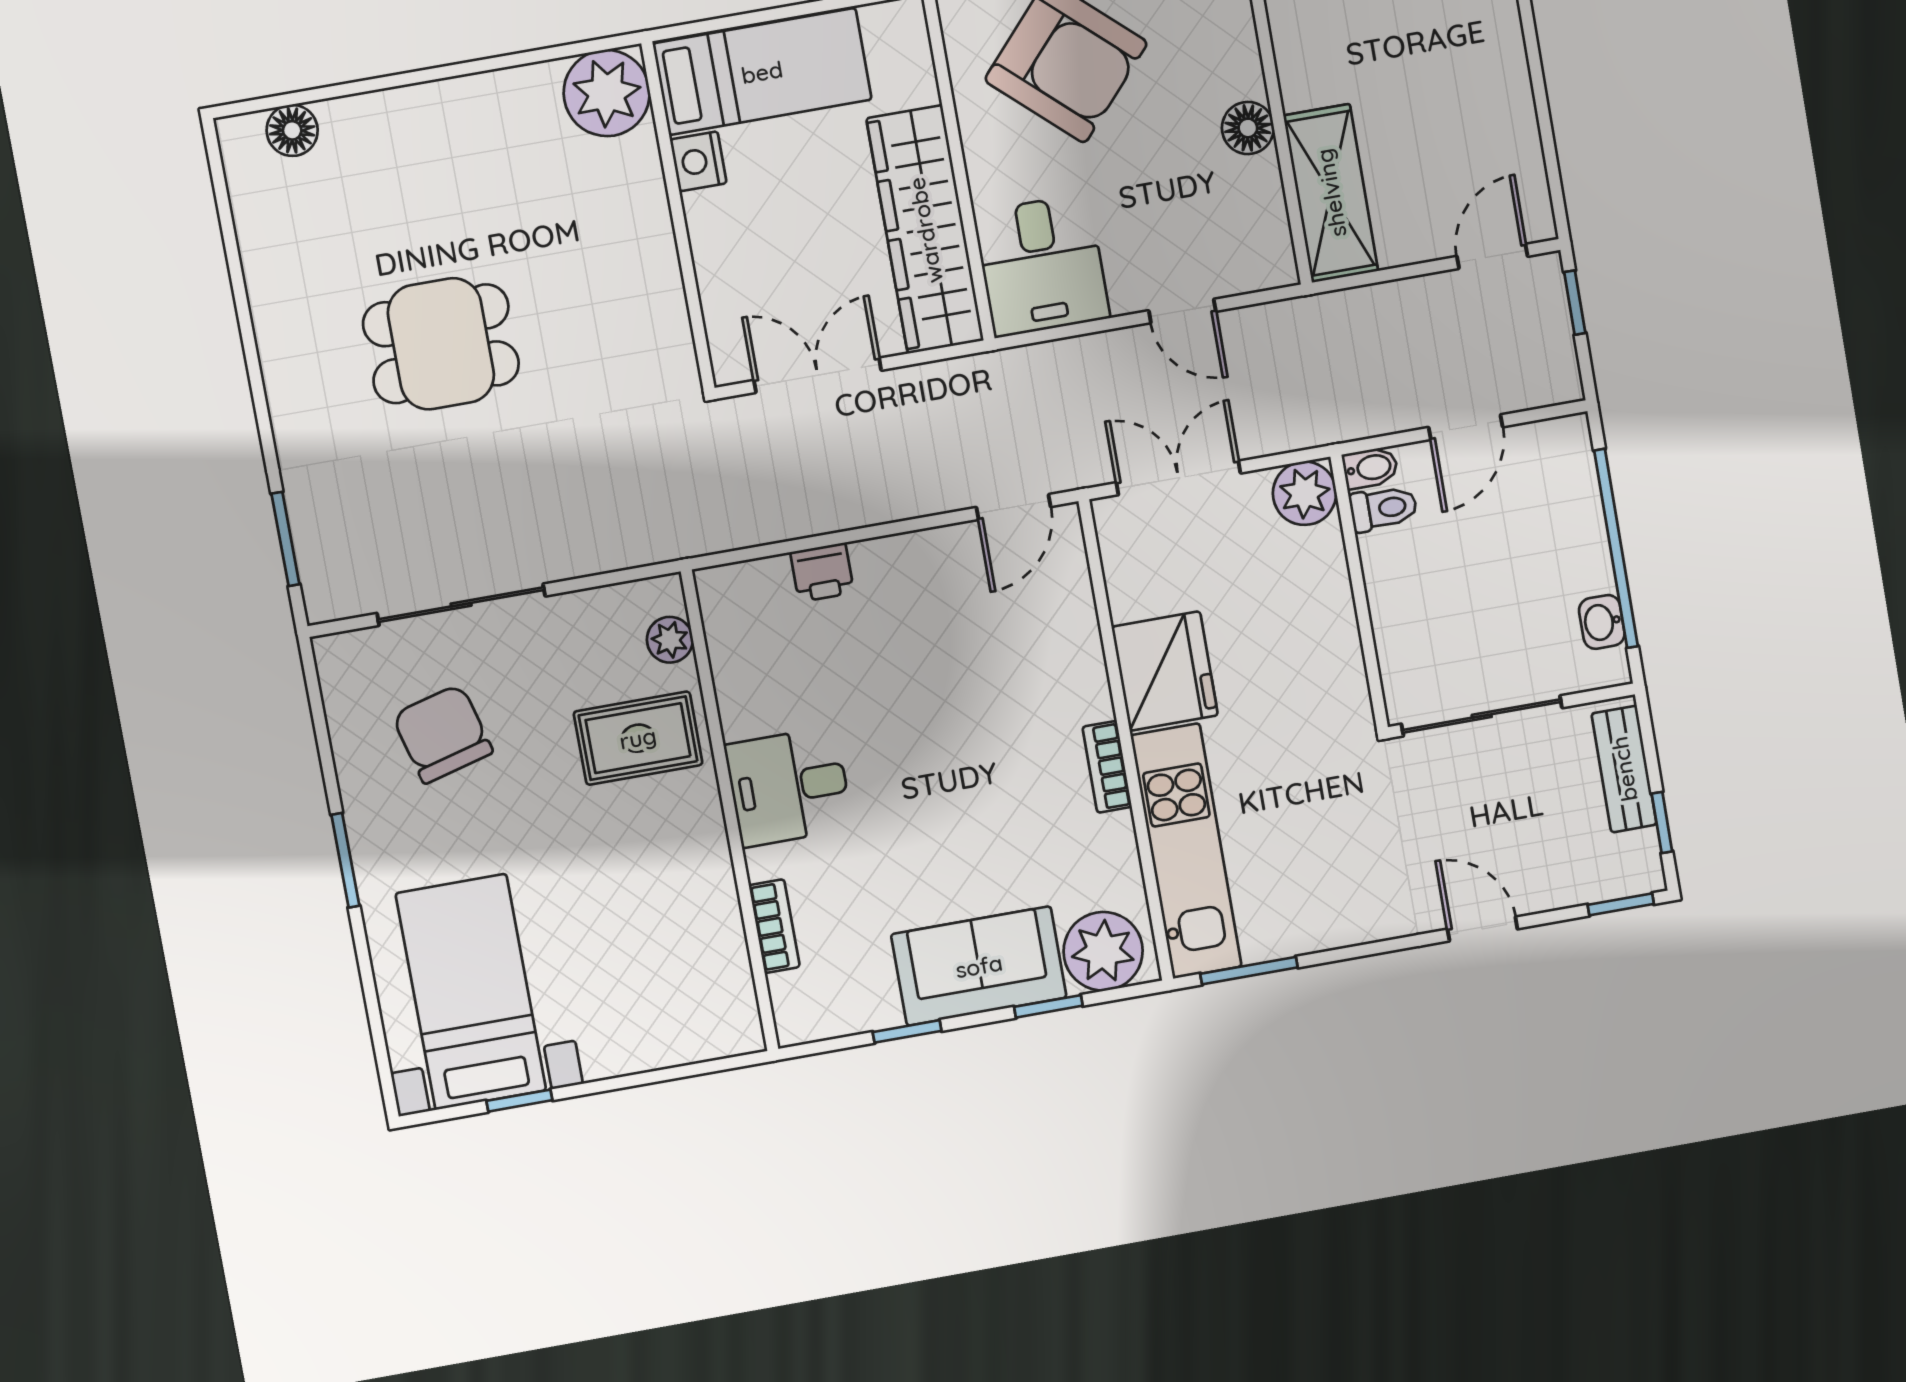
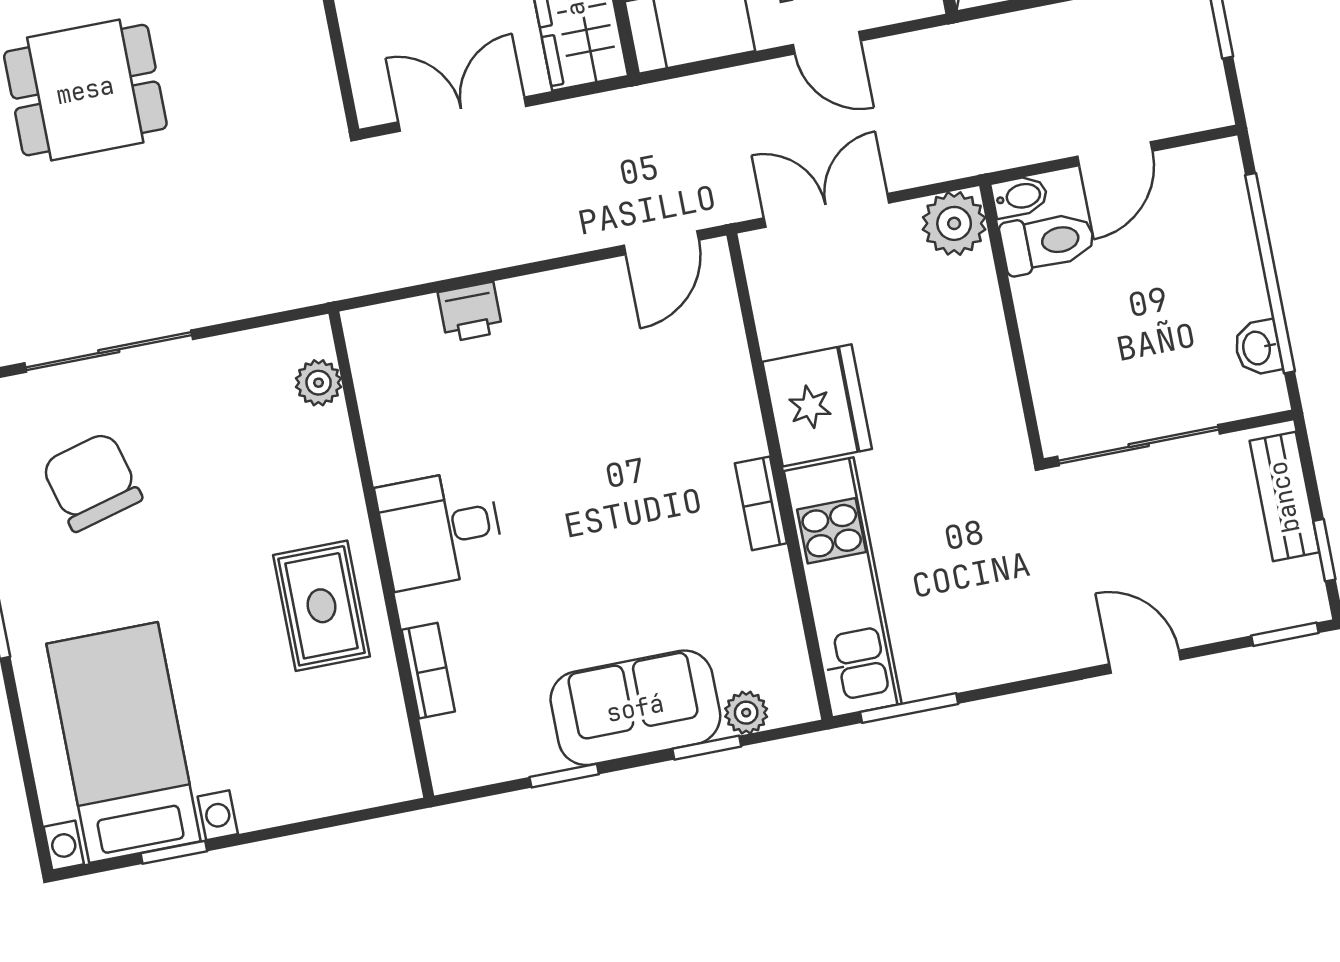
toilet: (1383, 508) -> (1048, 242), width x1.37, depth x1.39
rug: (638, 738) -> (321, 606), moved, turned 90
plant: (1103, 951) -> (746, 713), width x0.53, depth x0.53

